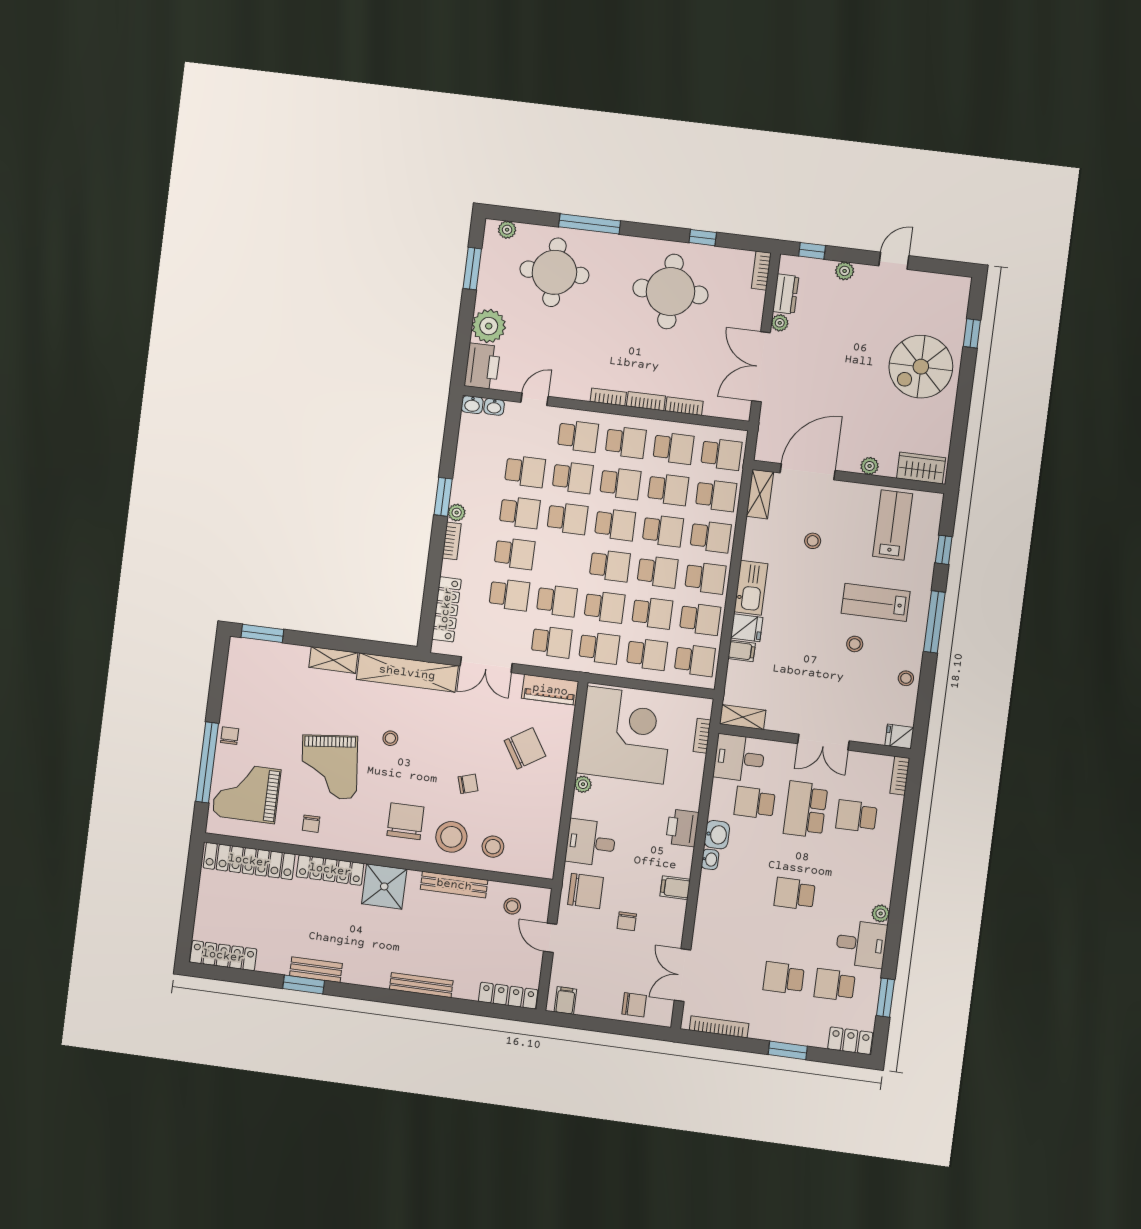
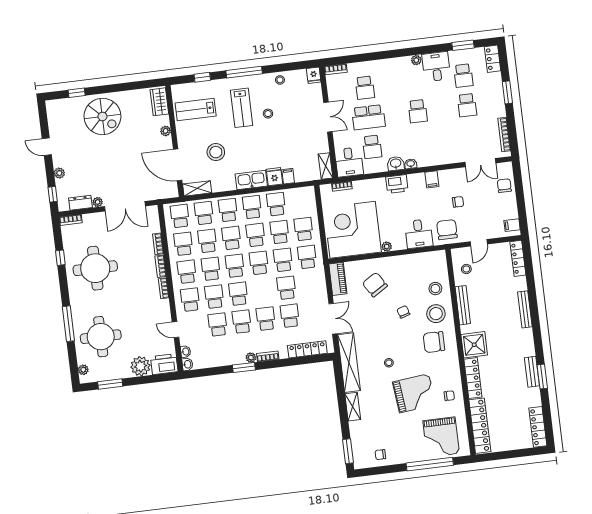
stool: (813, 541) -> (216, 152), width x1.89, depth x1.89
school desk: (552, 642) -> (310, 285), removed
school desk: (695, 660) -> (300, 201), removed
chair: (230, 736) -> (380, 455), moved

